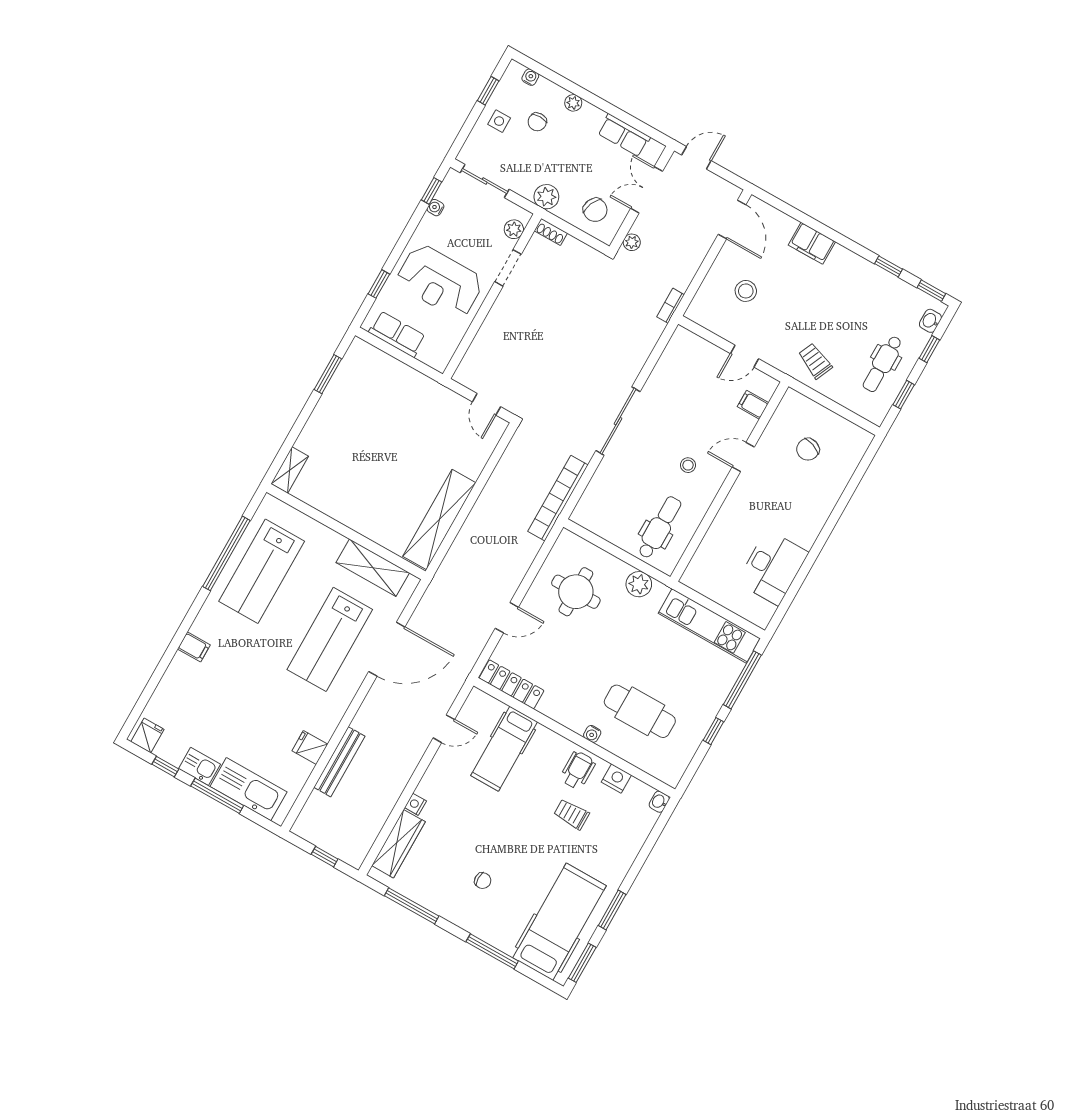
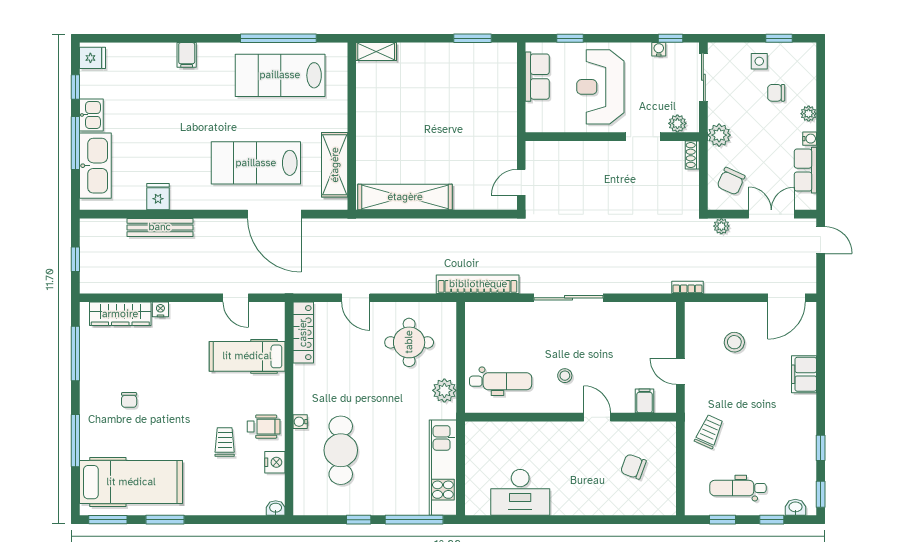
water cooler: (530, 77) -> (810, 139), moved

